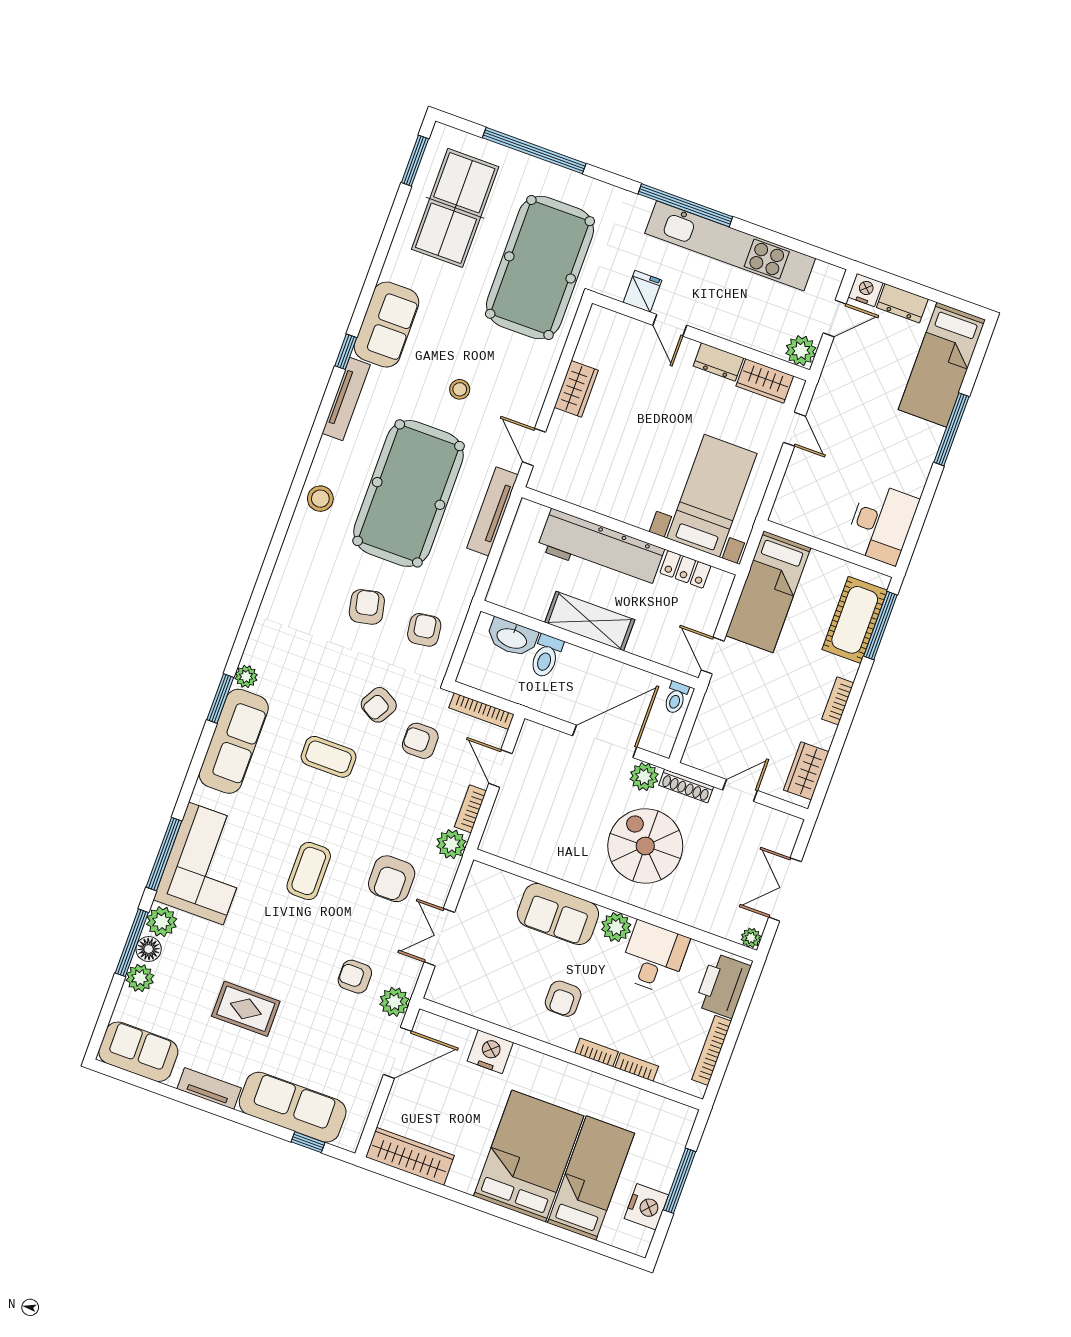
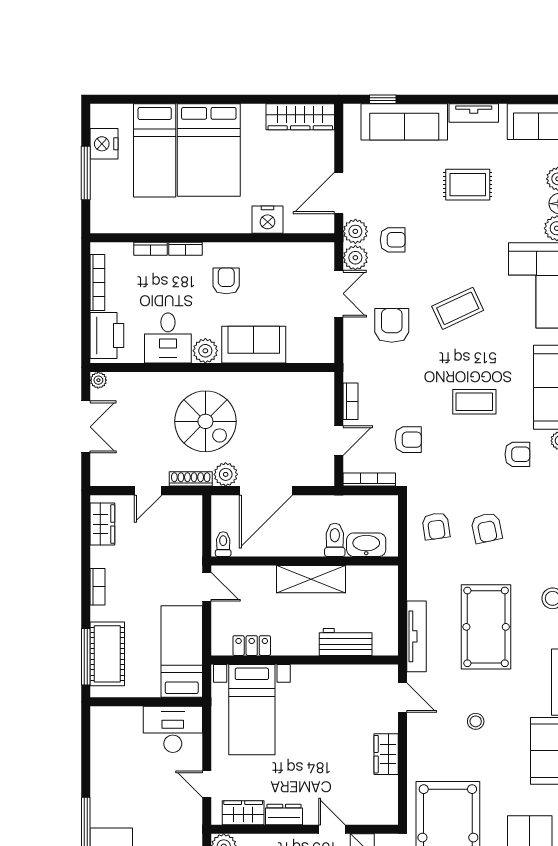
pool table: (409, 493) -> (486, 627), width x0.73, depth x0.76
desk: (882, 523) -> (173, 729), moved, turned 90
workbench: (601, 549) -> (346, 642), width x0.53, depth x0.76
armchair: (379, 705) -> (517, 454), moved, turned 60
door: (500, 769) -> (339, 441), hinge flipped
plant: (451, 844) -> (355, 258), moved
coffee table: (309, 871) -> (458, 308), turned 65

